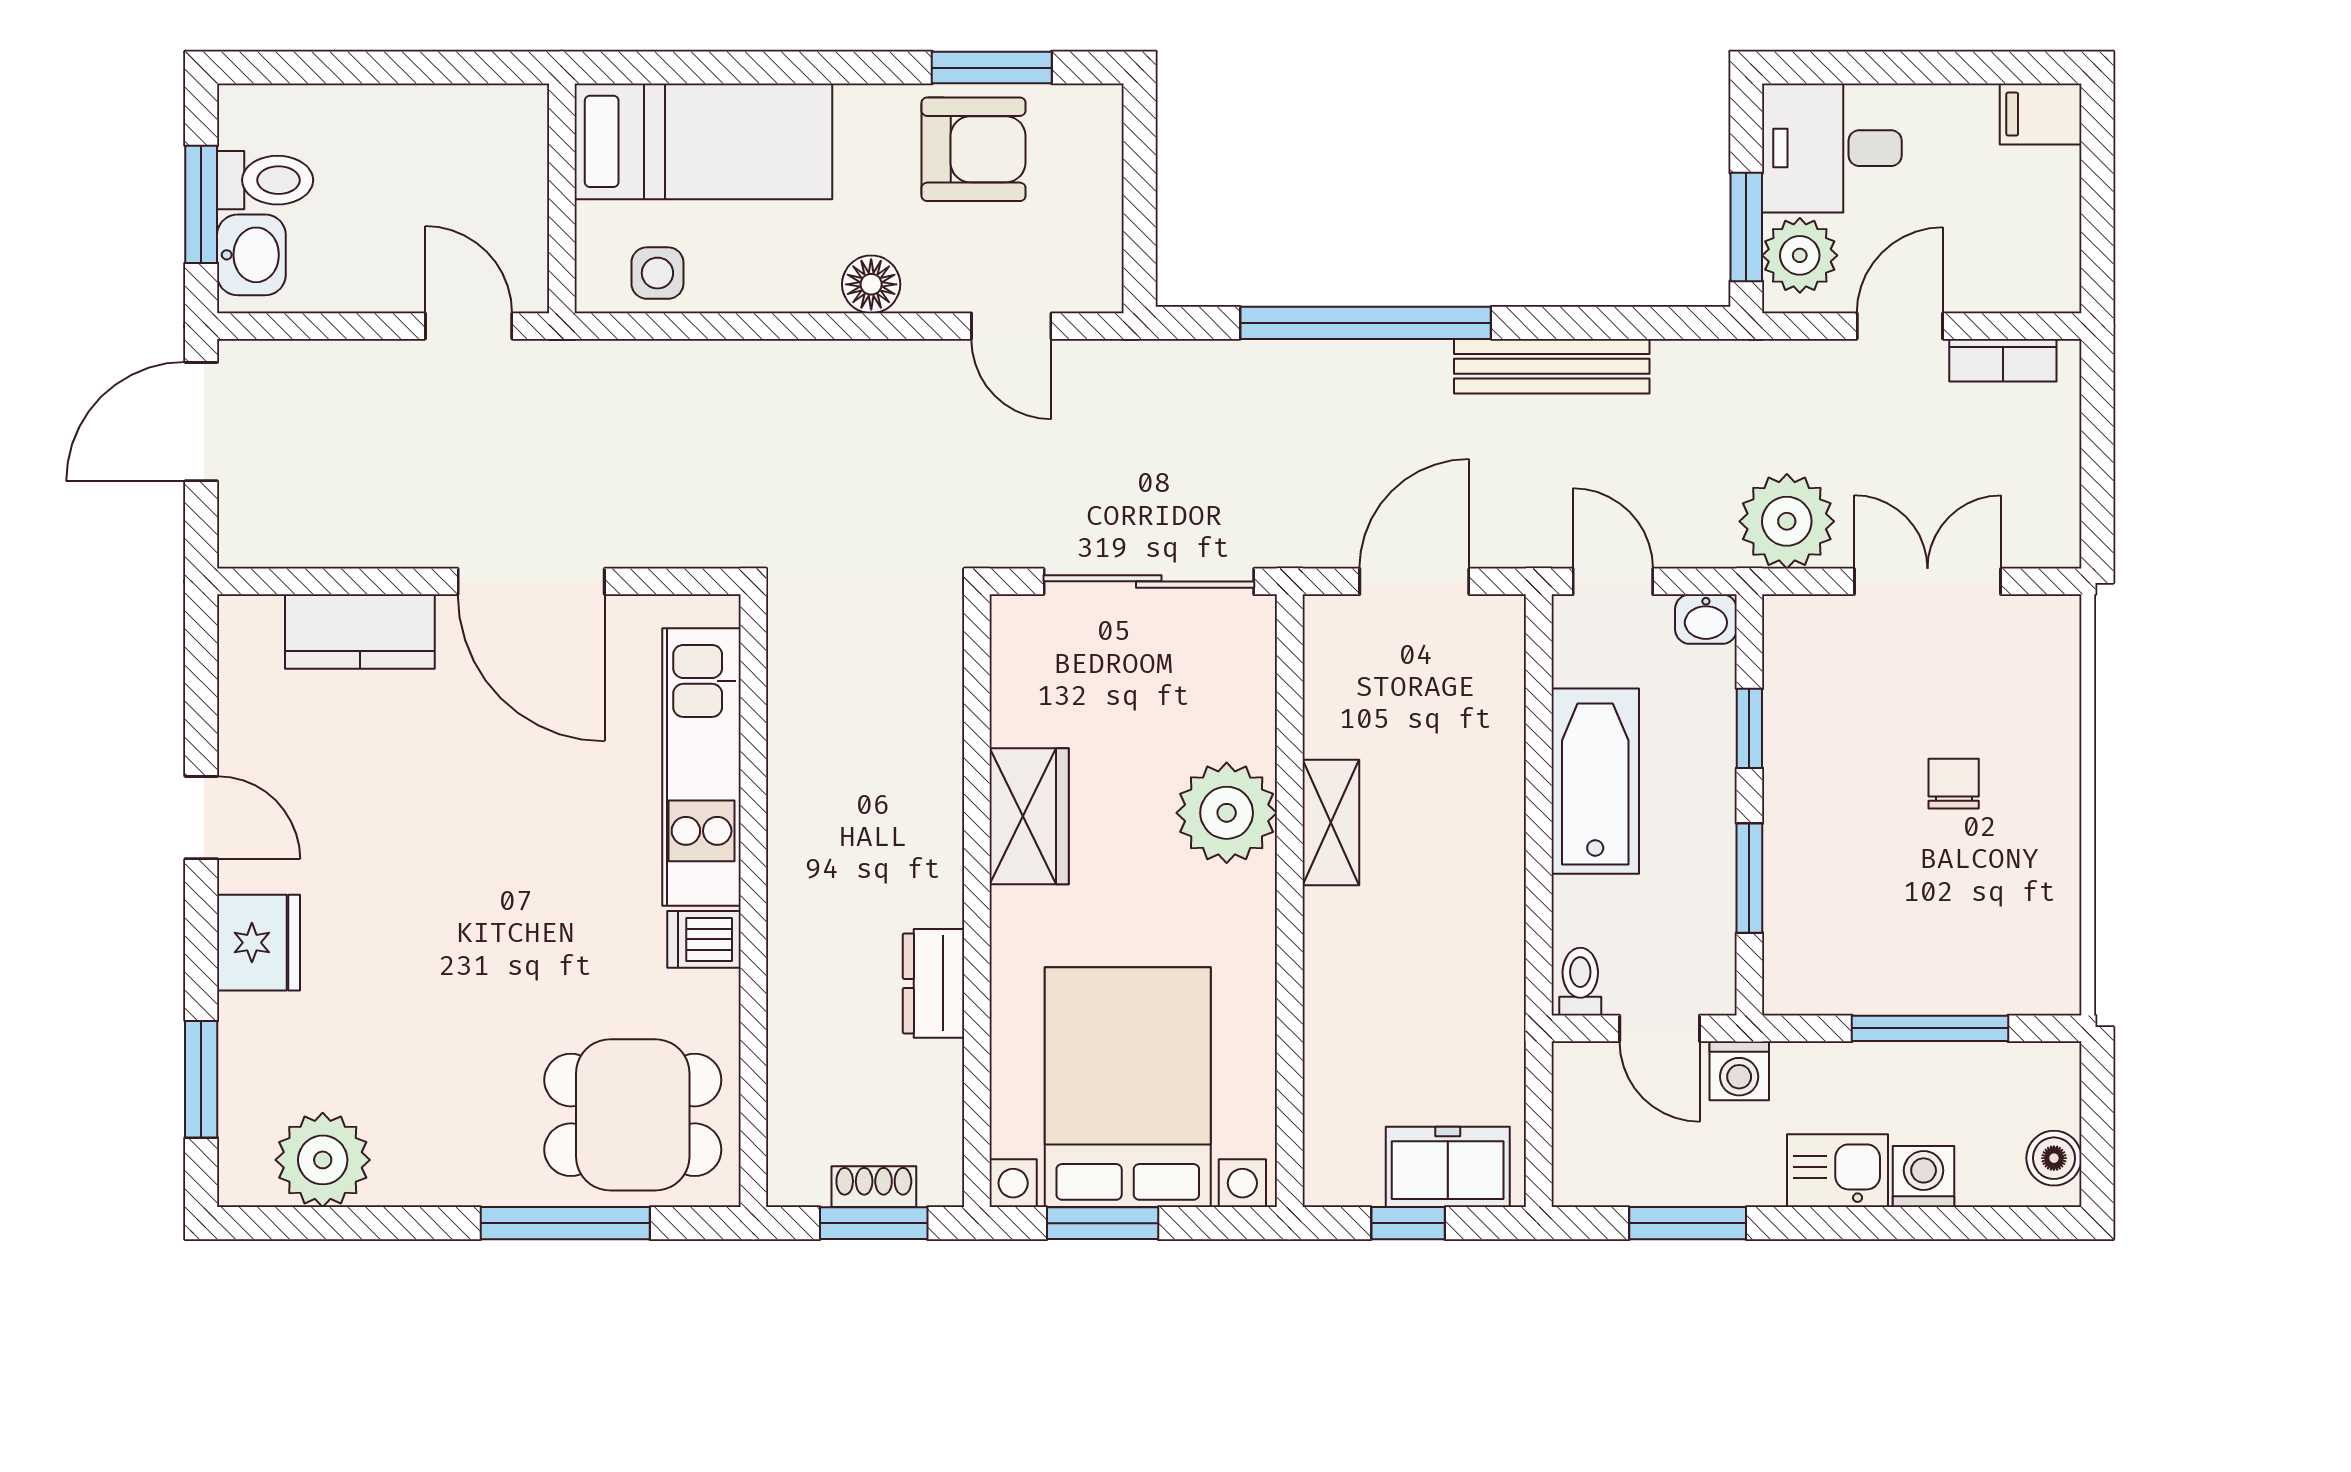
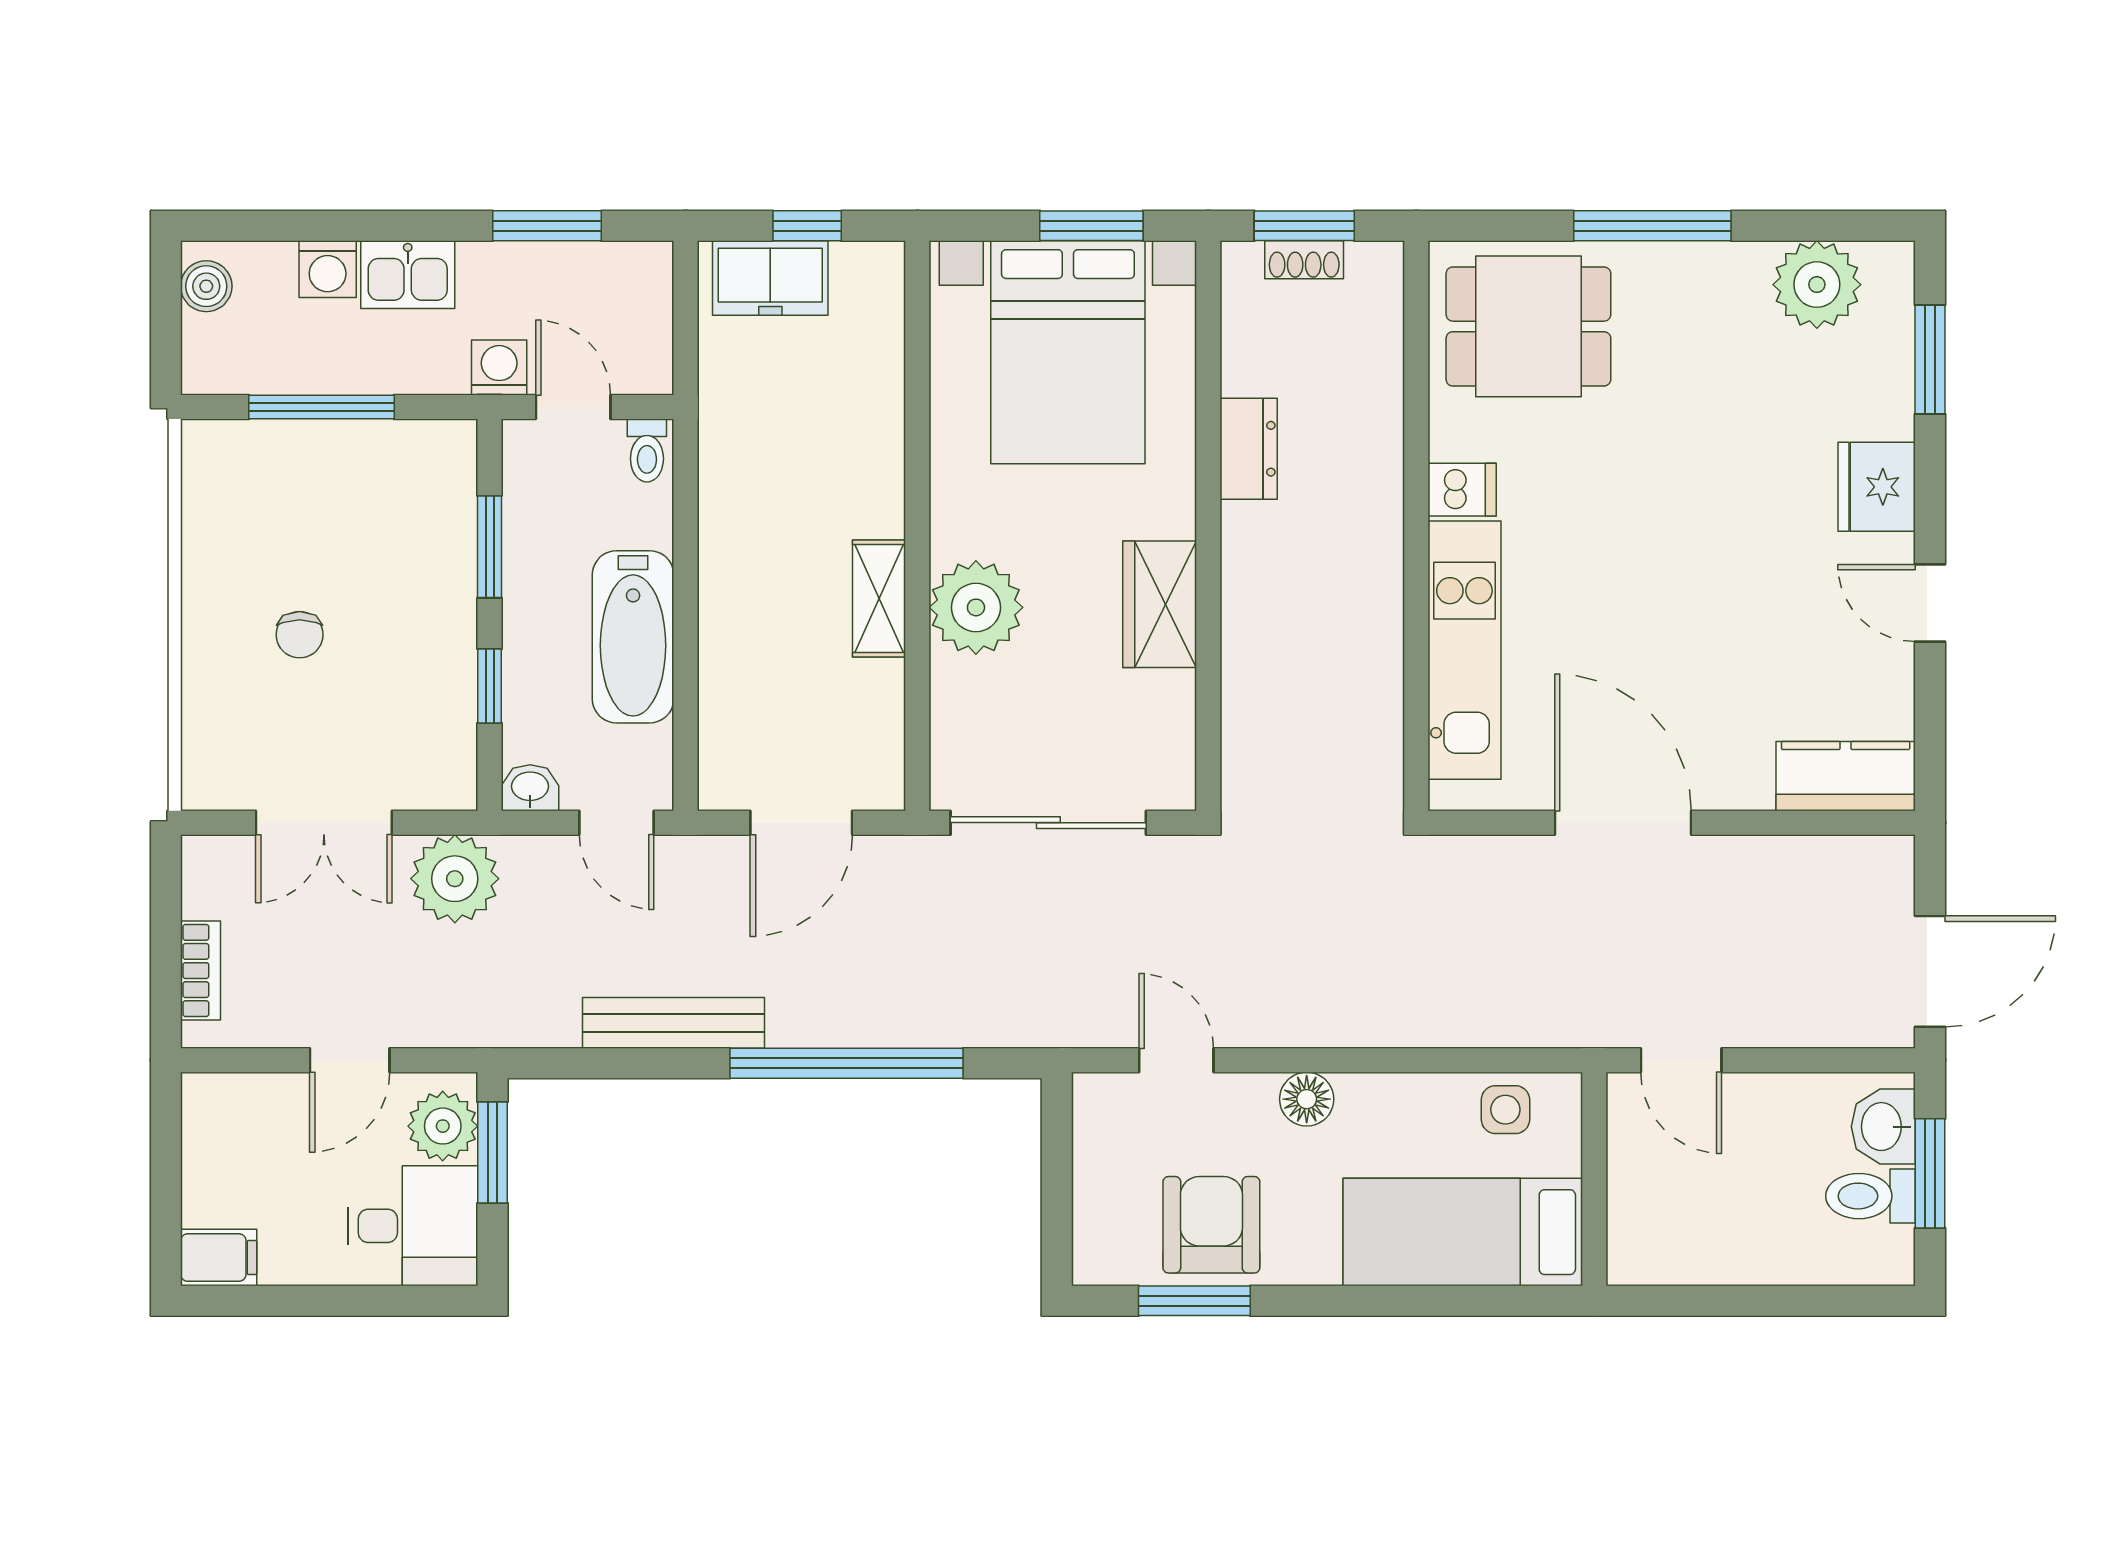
armchair: (974, 149) -> (1211, 1225), turned 90
bookcase: (2003, 360) -> (201, 971), moved, turned 90
kitchen counter: (360, 632) -> (1846, 776), moved
window: (565, 1223) -> (1652, 226), moved

